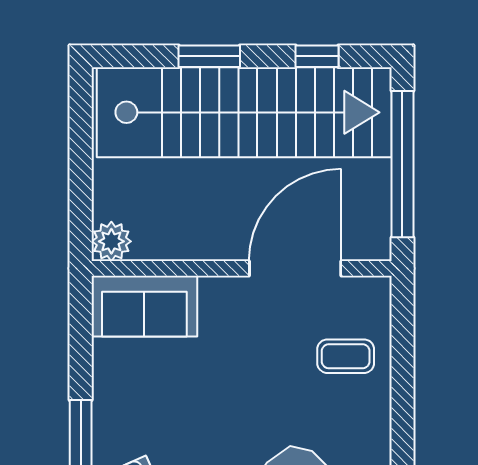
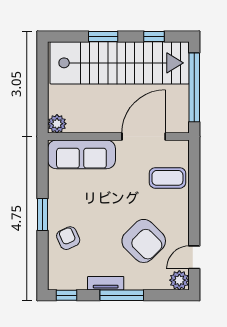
sofa: (144, 306) -> (81, 154), width x1.36
coffee table: (346, 356) -> (167, 178), width x1.36, depth x1.30

